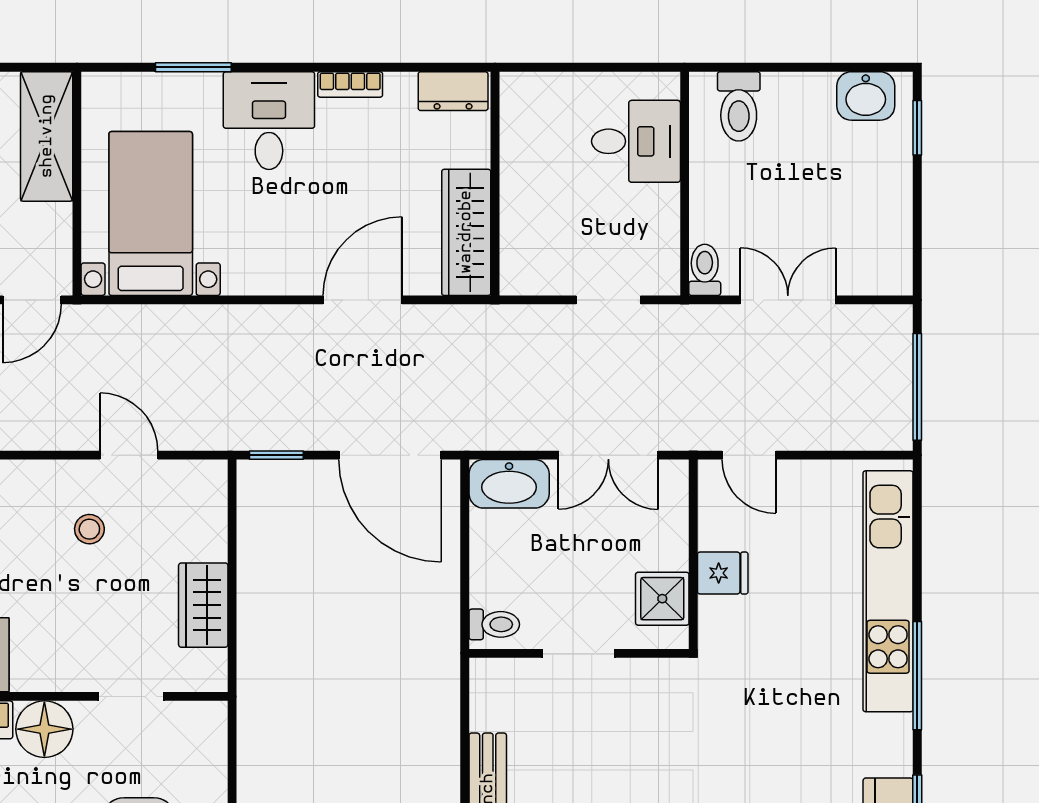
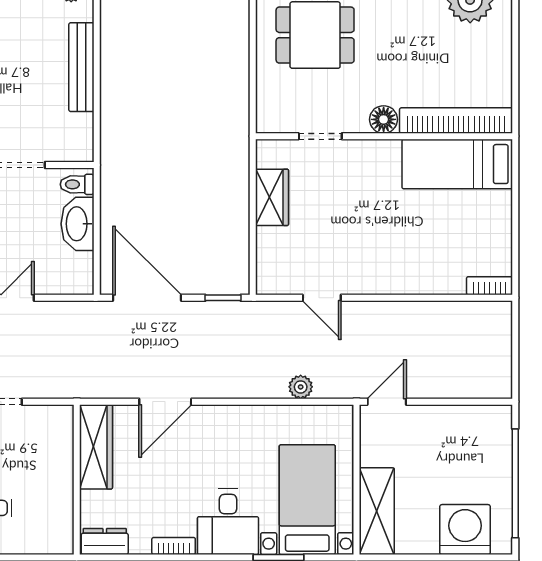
bed with nightstands: (151, 214) -> (307, 500), moved, turned 180
plant: (160, 322) -> (301, 387), added
washbasin: (509, 484) -> (78, 224), moved, turned -90
stool: (89, 529) -> (348, 248), removed
floor lamp: (44, 729) -> (384, 119), width x0.73, depth x0.73

